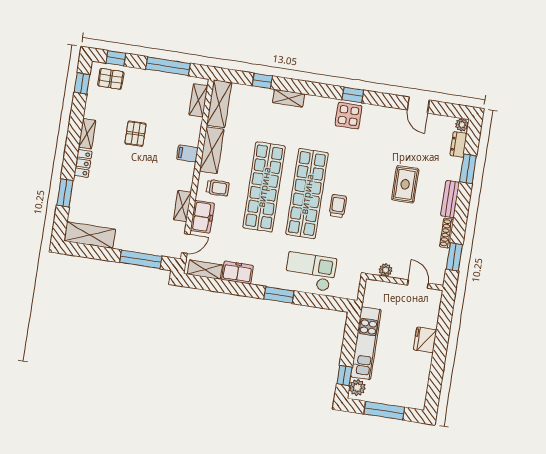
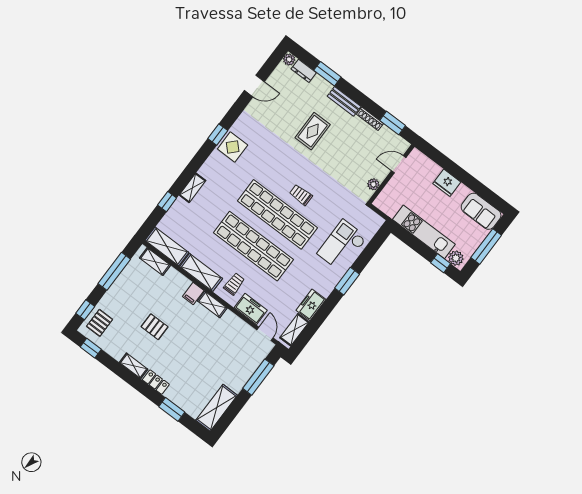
rug: (405, 184) -> (313, 131), turned 90
shelving: (182, 206) -> (212, 304), moved
sofa: (415, 388) -> (481, 211), added

